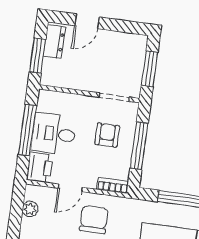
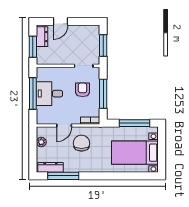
printer: (40, 167) -> (44, 115), removed

